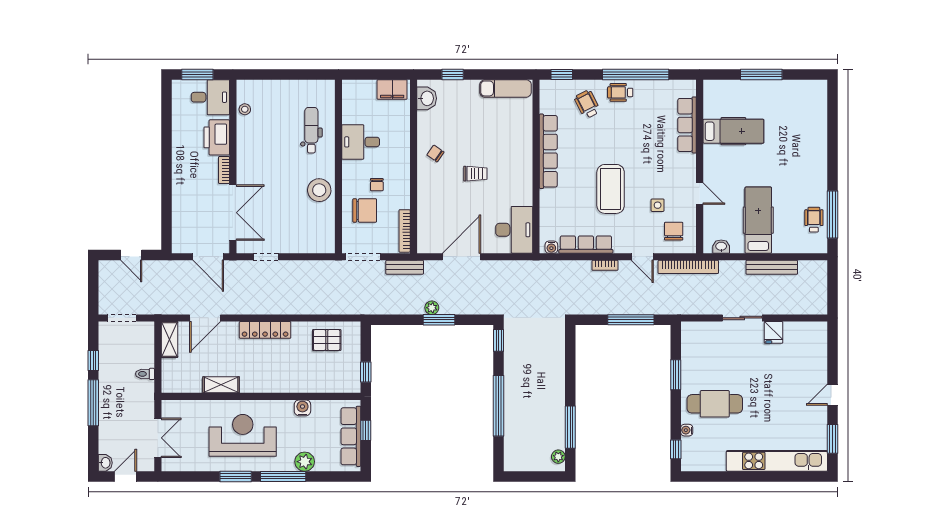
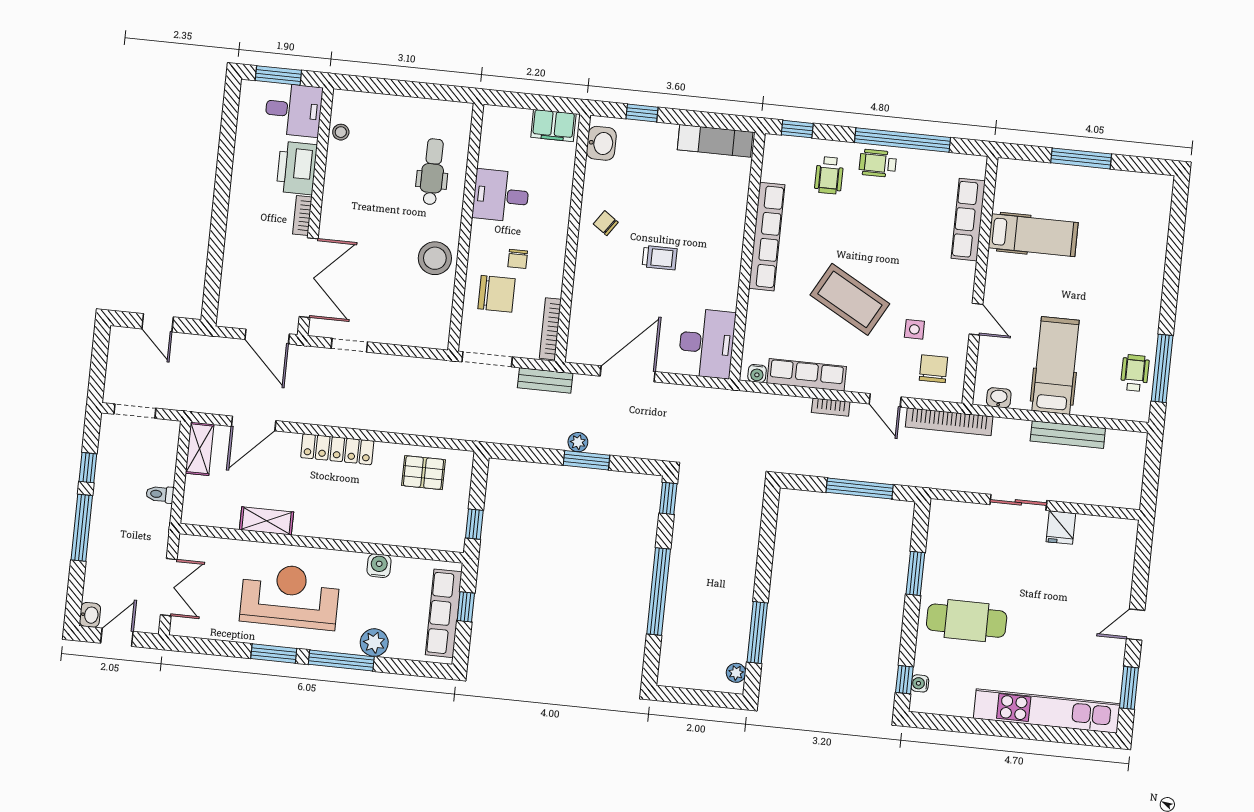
wheelchair: (587, 104) -> (829, 175), turned -153
coffee table: (611, 189) -> (850, 299), turned -61
water cooler: (687, 430) -> (920, 683), moved

